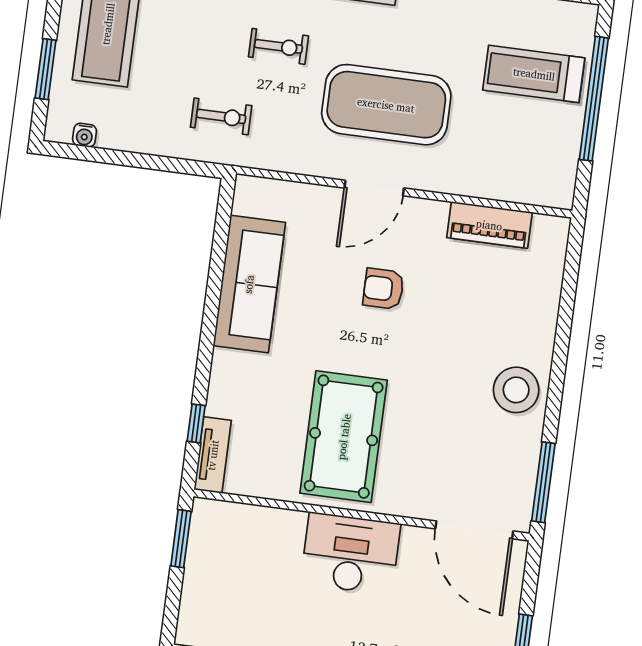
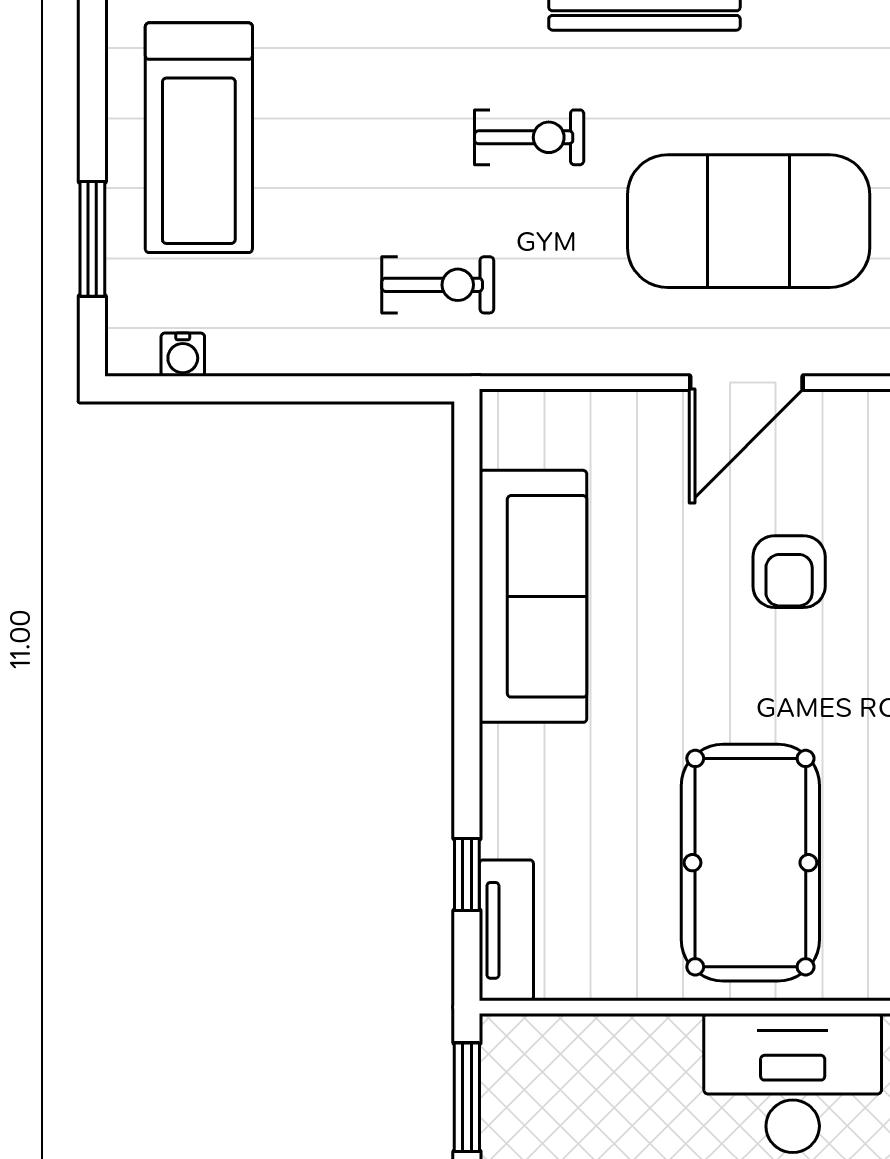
armchair: (383, 289) -> (789, 572), turned -90

